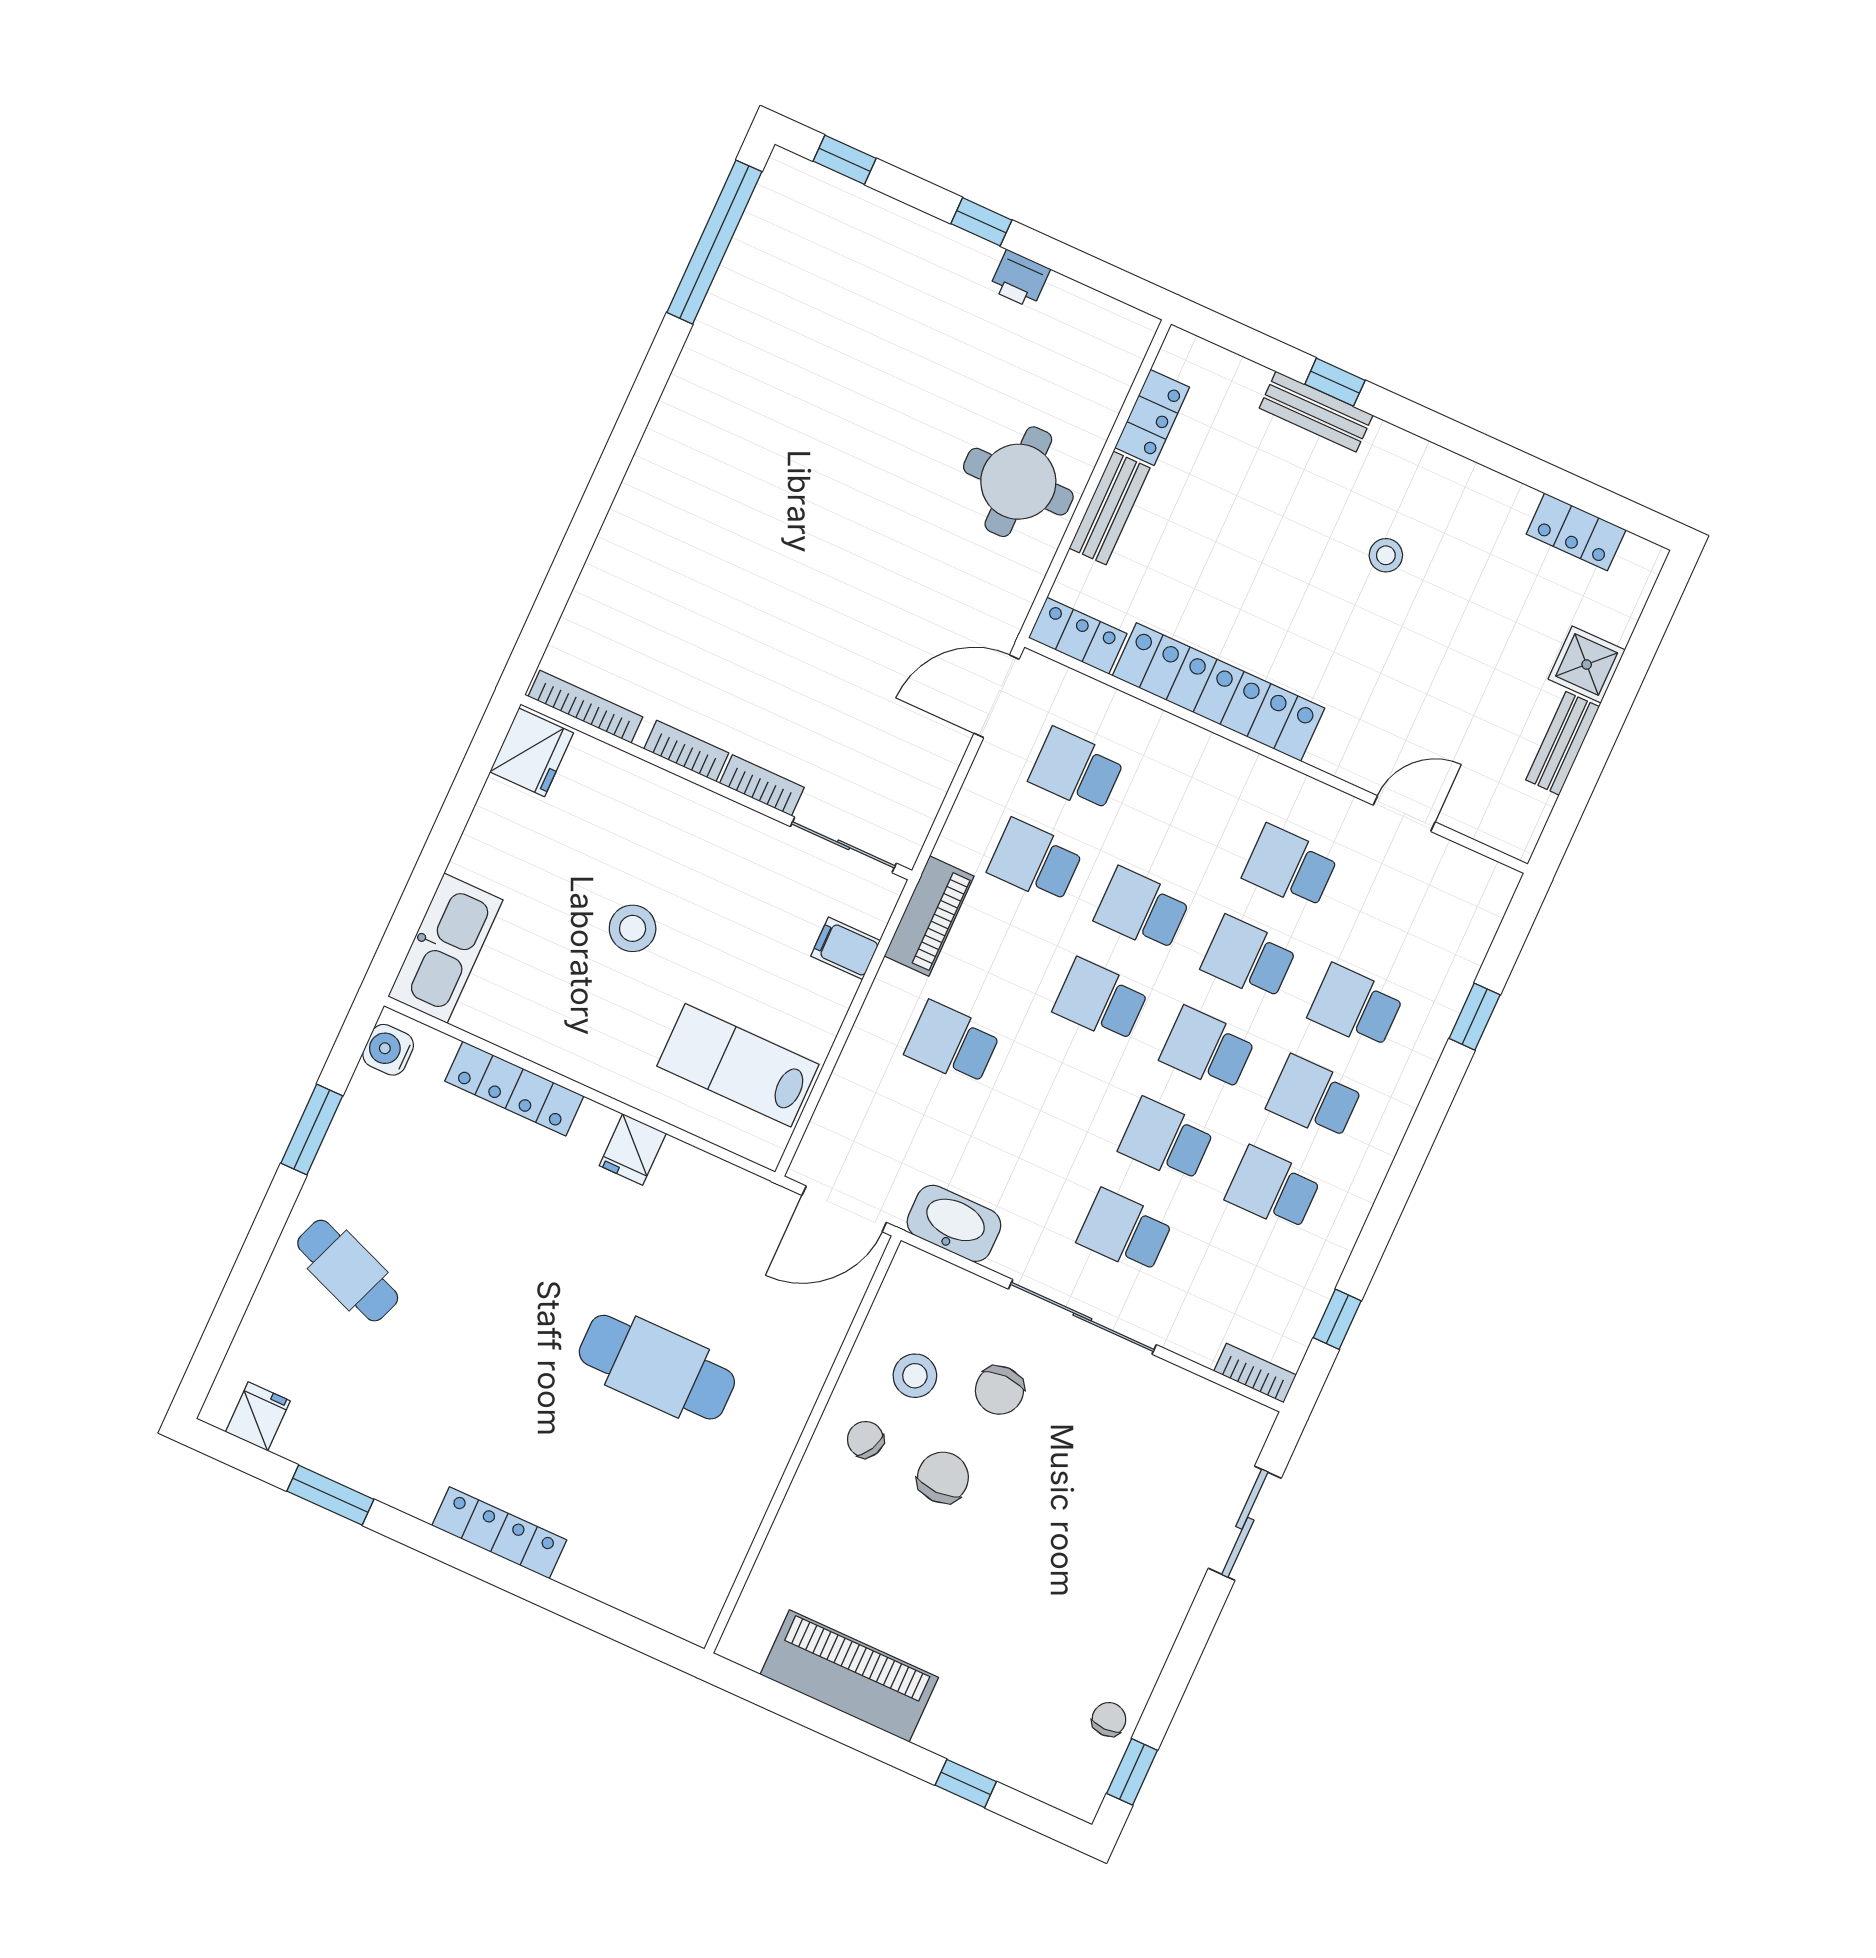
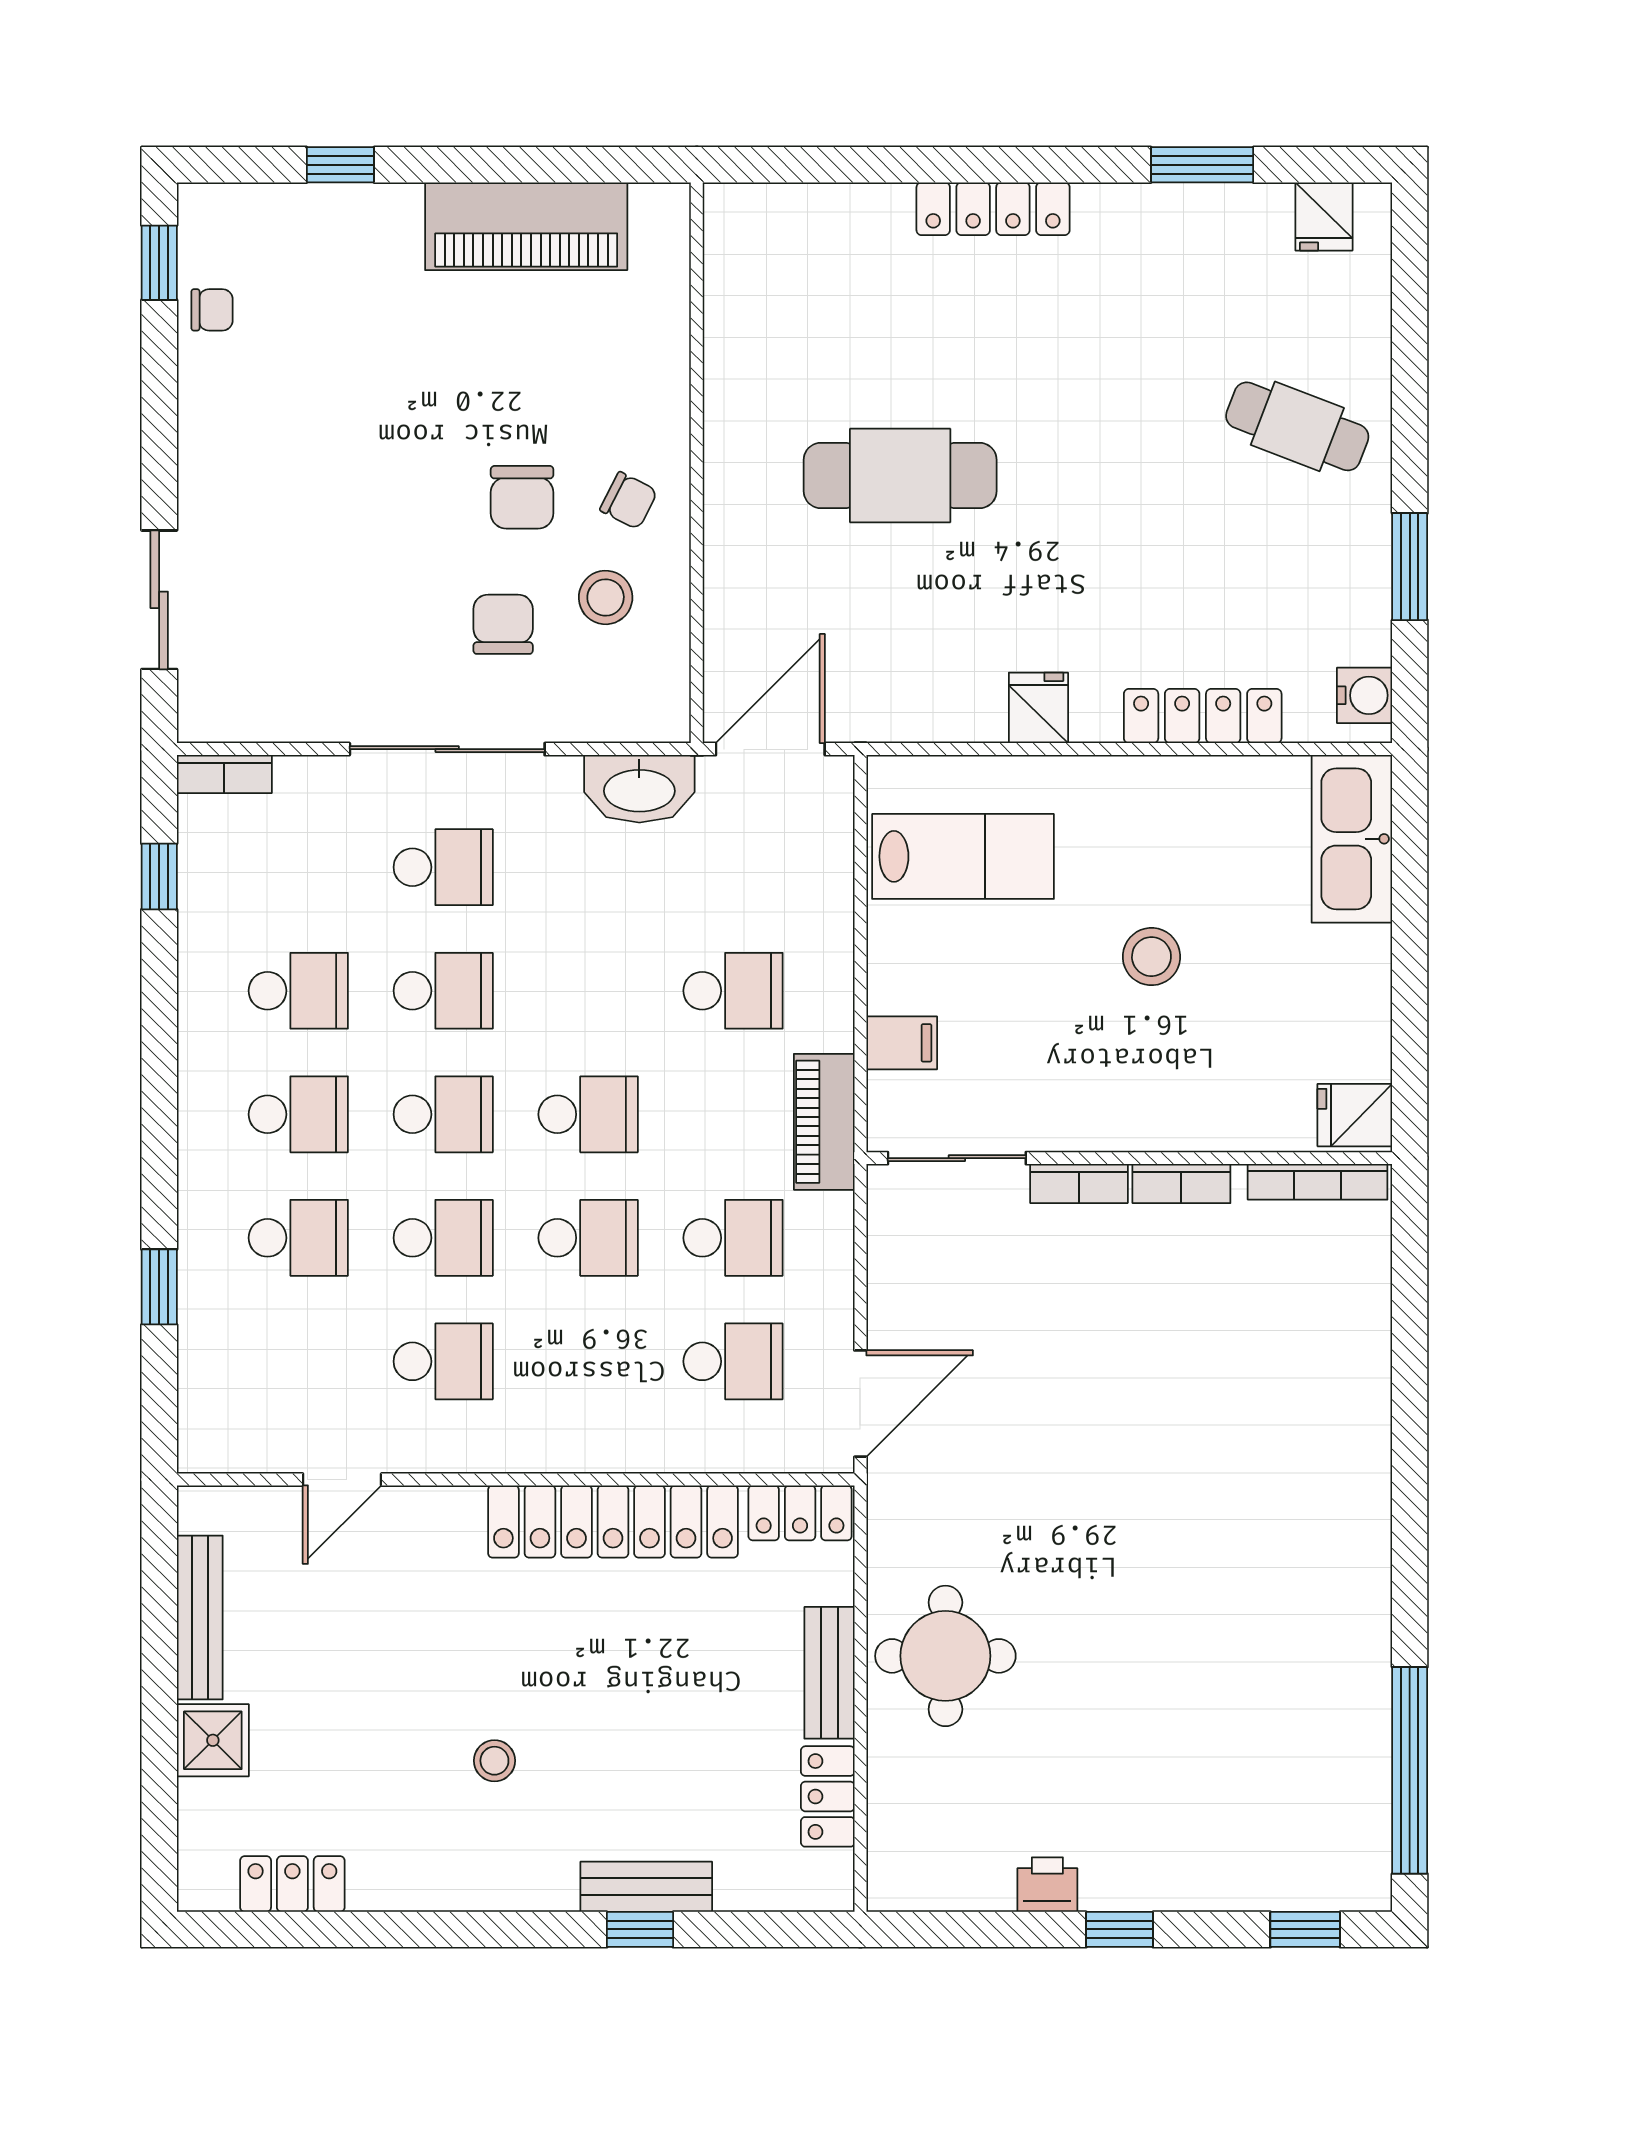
bench: (1563, 743) -> (200, 1618), width x1.36
fridge: (532, 752) -> (1355, 1115), width x0.72
chair: (1109, 1719) -> (212, 310), turned -90

